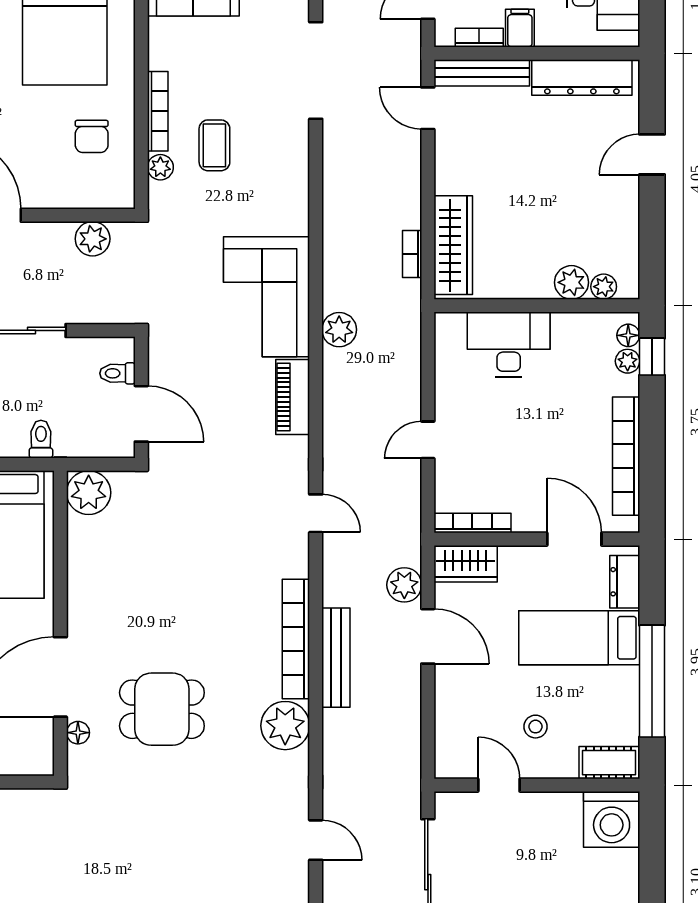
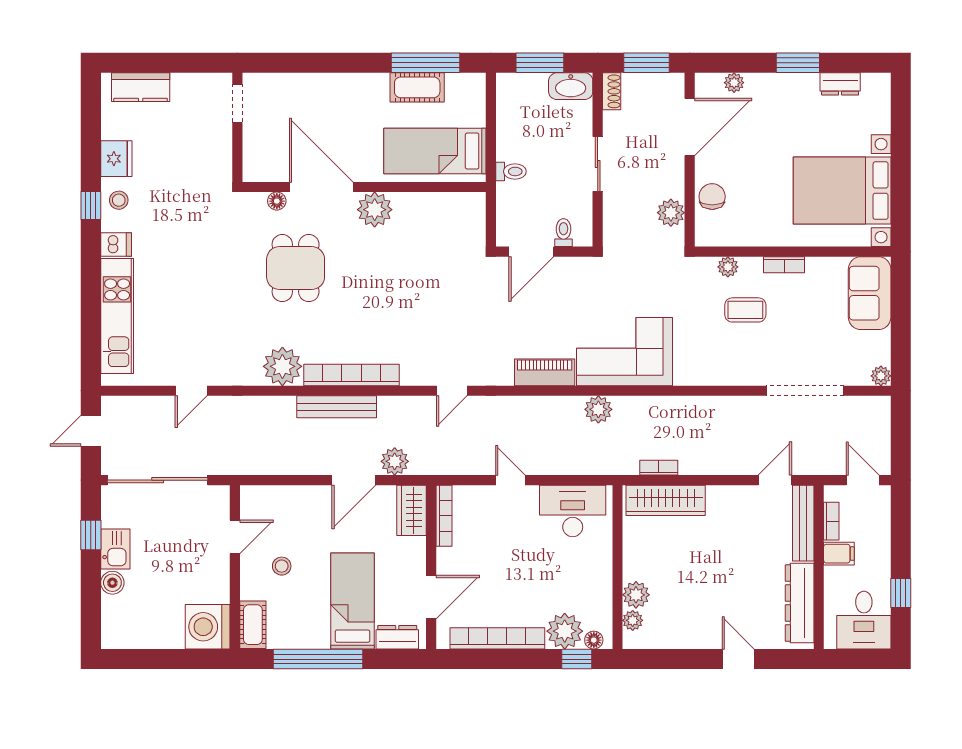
bookcase: (158, 111) -> (784, 265), width x0.64
chair: (92, 136) -> (712, 197), moved, turned 90
desk: (509, 344) -> (573, 511), moved, turned -90
plant: (628, 361) -> (565, 631), width x1.87, depth x1.87
plant: (89, 493) -> (375, 210), moved

